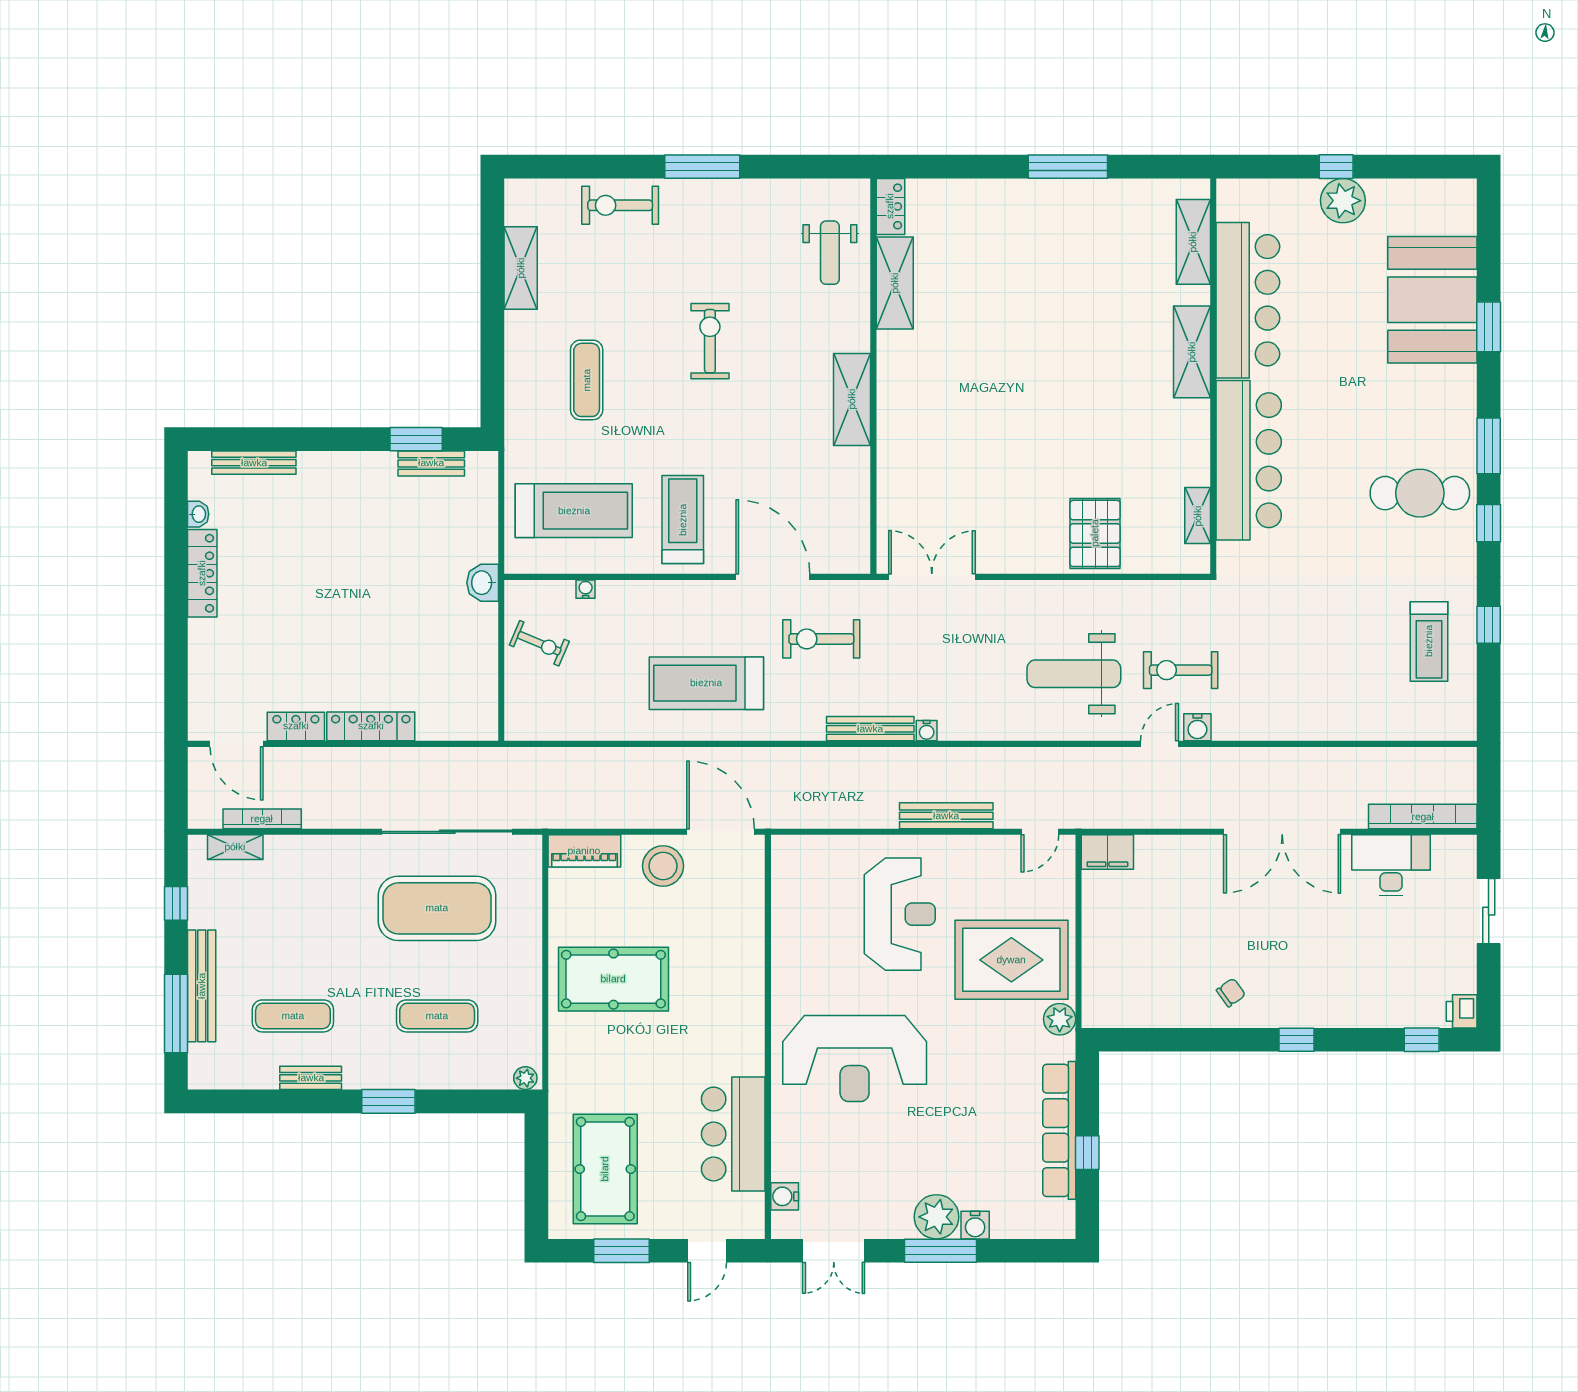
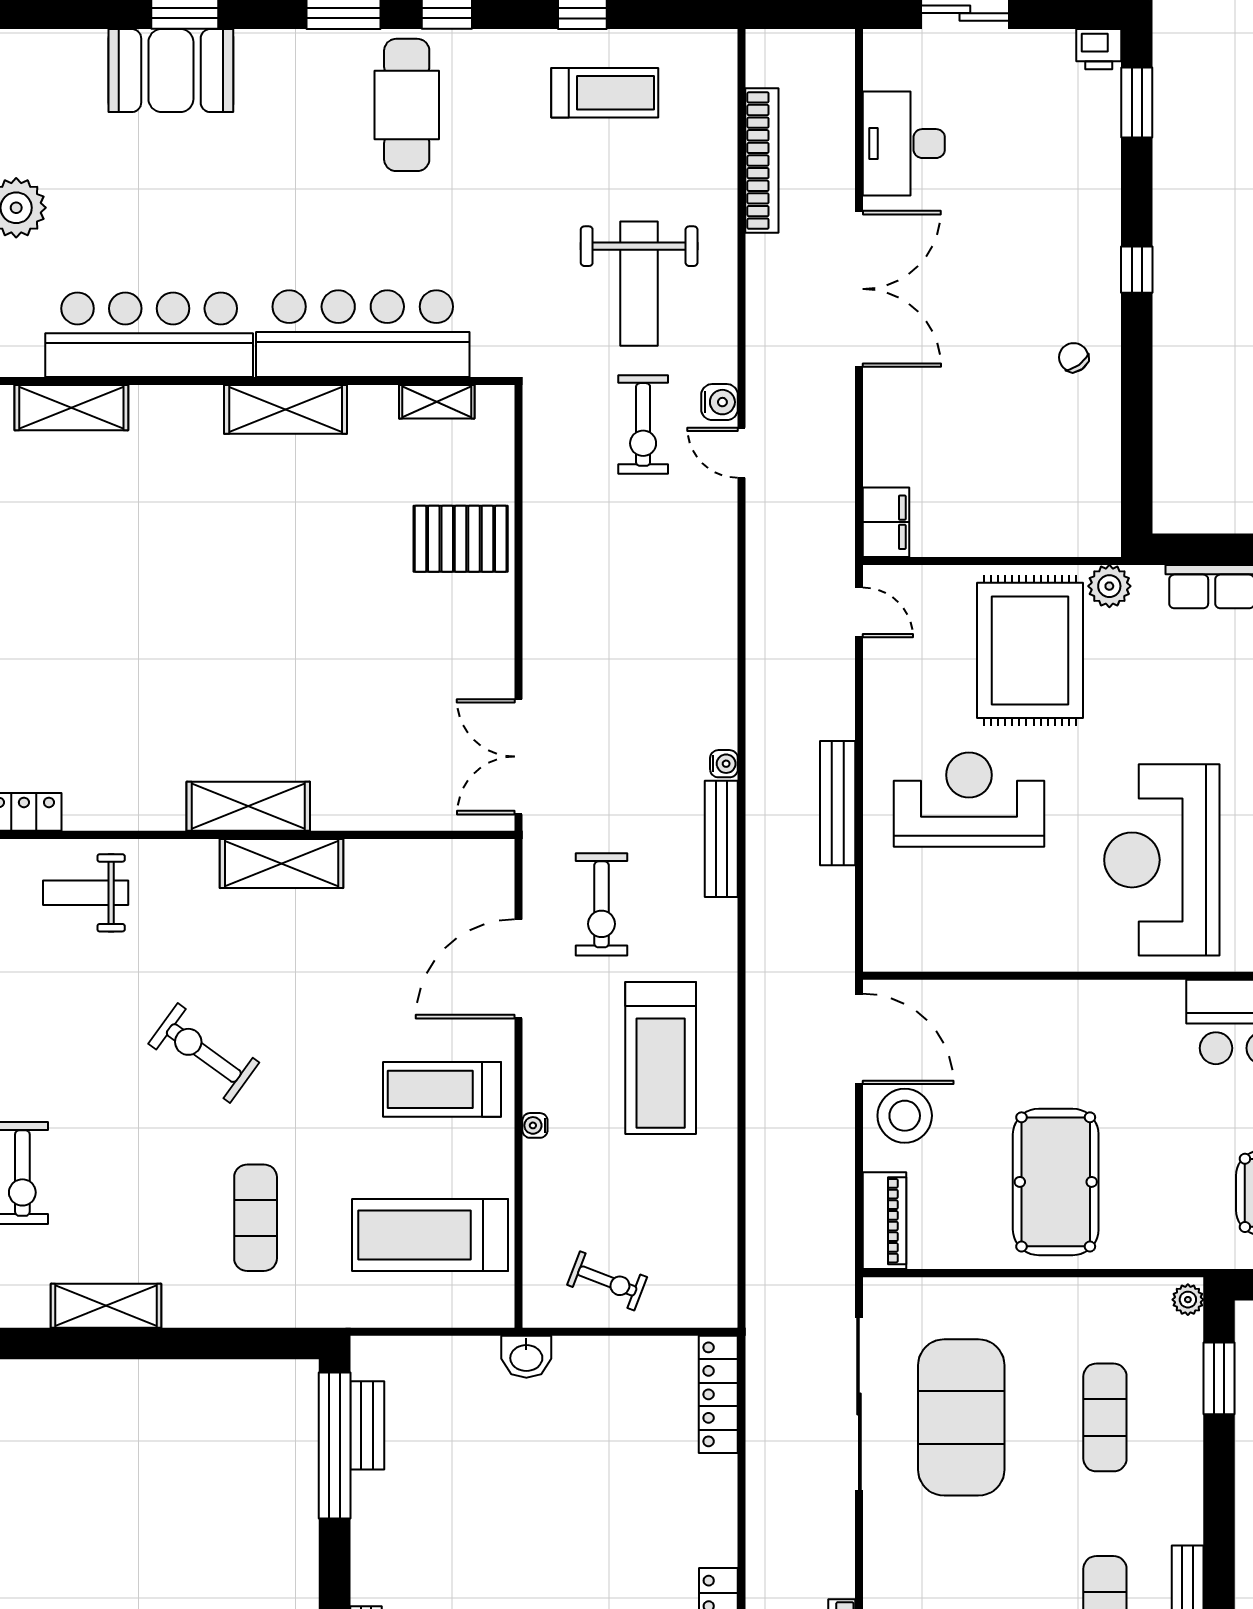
weight bench: (830, 253) -> (86, 893), turned 180
shelving: (895, 283) -> (248, 806), moved
booth: (1432, 300) -> (171, 71), width x0.73, depth x0.70
exercise bike: (710, 341) -> (204, 1053), turned 36
shelving: (1192, 352) -> (286, 409), moved
exercise mat: (587, 380) -> (256, 1218), turned 90
window: (416, 439) -> (335, 1445), width x2.11
treadmill: (574, 511) -> (430, 1235), turned -90
water cooler: (586, 589) -> (535, 1125), moved
exercise bike: (539, 643) -> (607, 1281), turned 88
weight bench: (1074, 674) -> (639, 284), moved
locker: (371, 726) -> (718, 1394), moved
bench: (946, 816) -> (838, 803), moved
bookcase: (1423, 817) -> (762, 161), moved, turned 180
door: (721, 832) -> (859, 1039), swing flipped
window: (1422, 1040) -> (1137, 103), width x1.50
reception desk: (855, 1059) -> (1162, 860), turned 180
window: (388, 1101) -> (1219, 1378), moved

